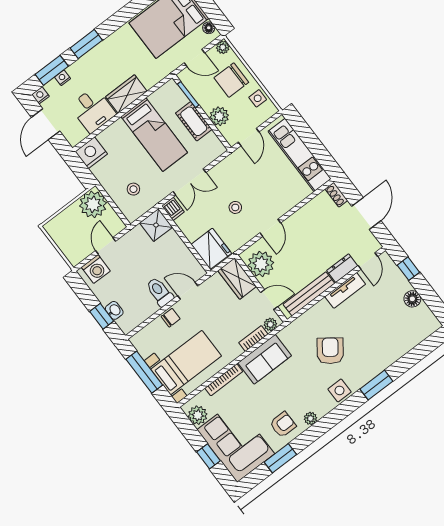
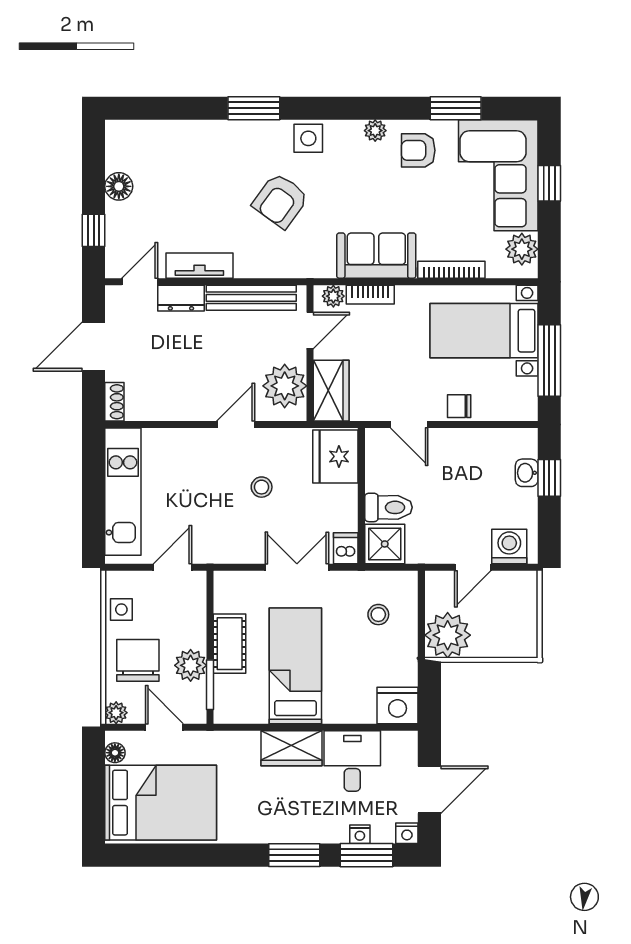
chair: (231, 80) -> (138, 660), turned -90
plant: (219, 116) -> (191, 665), moved
toilet: (160, 292) -> (388, 507), moved, turned -90
door: (269, 300) -> (310, 330), swing flipped

